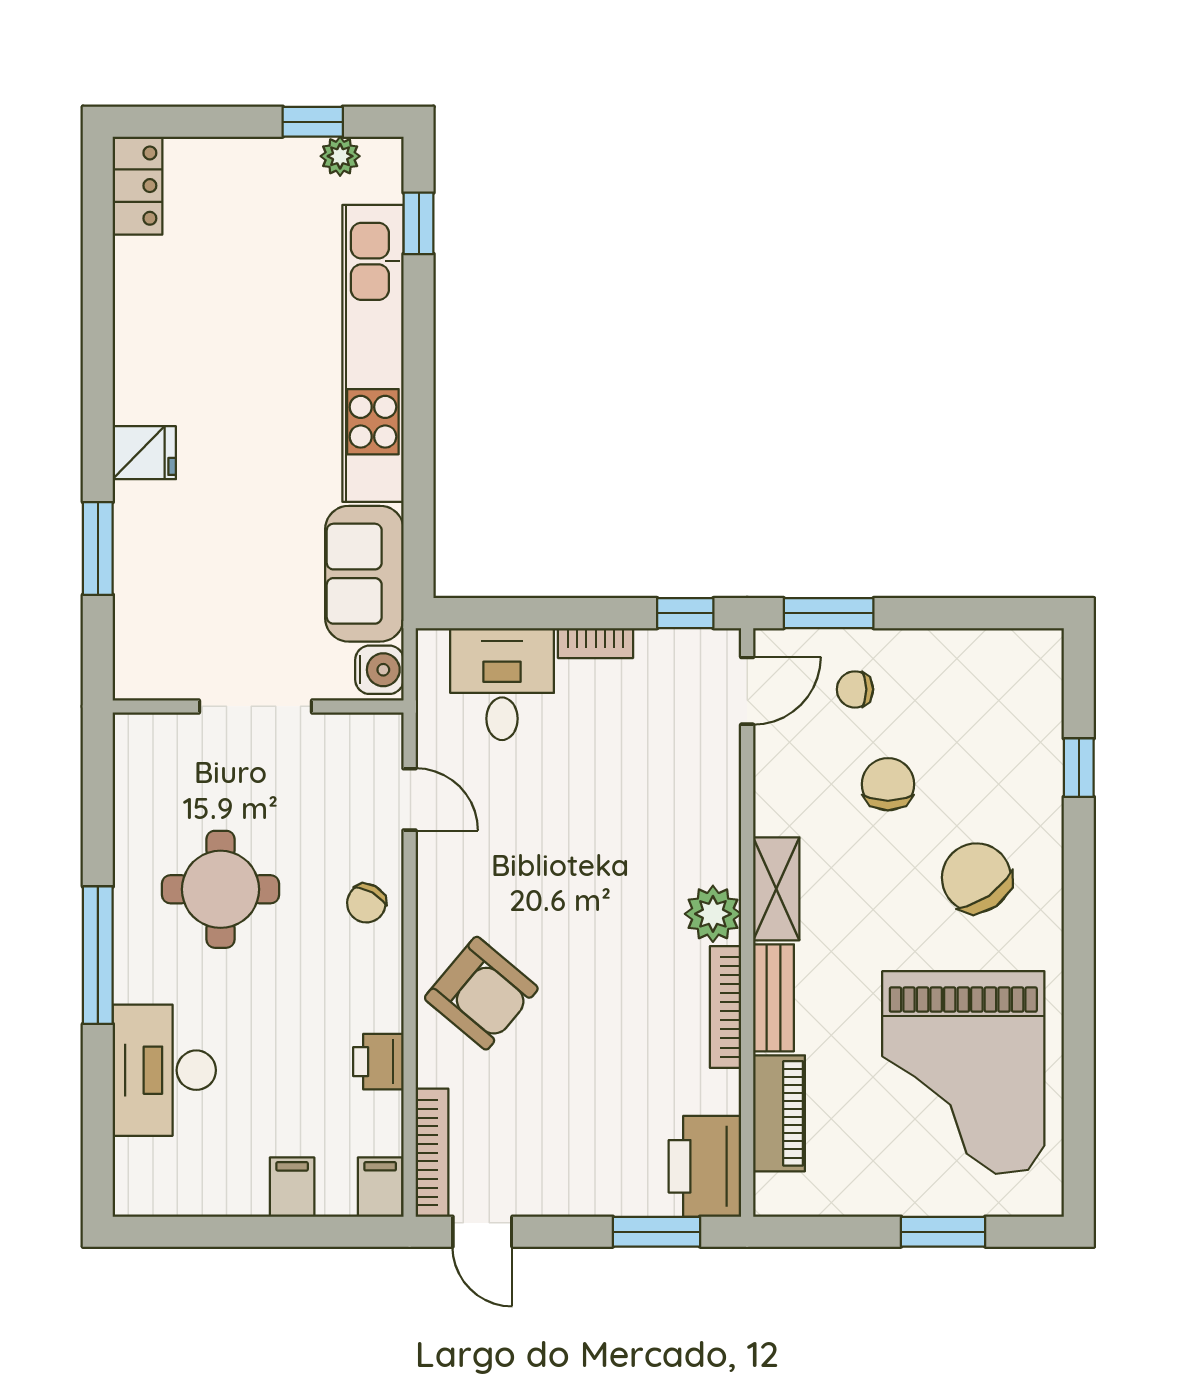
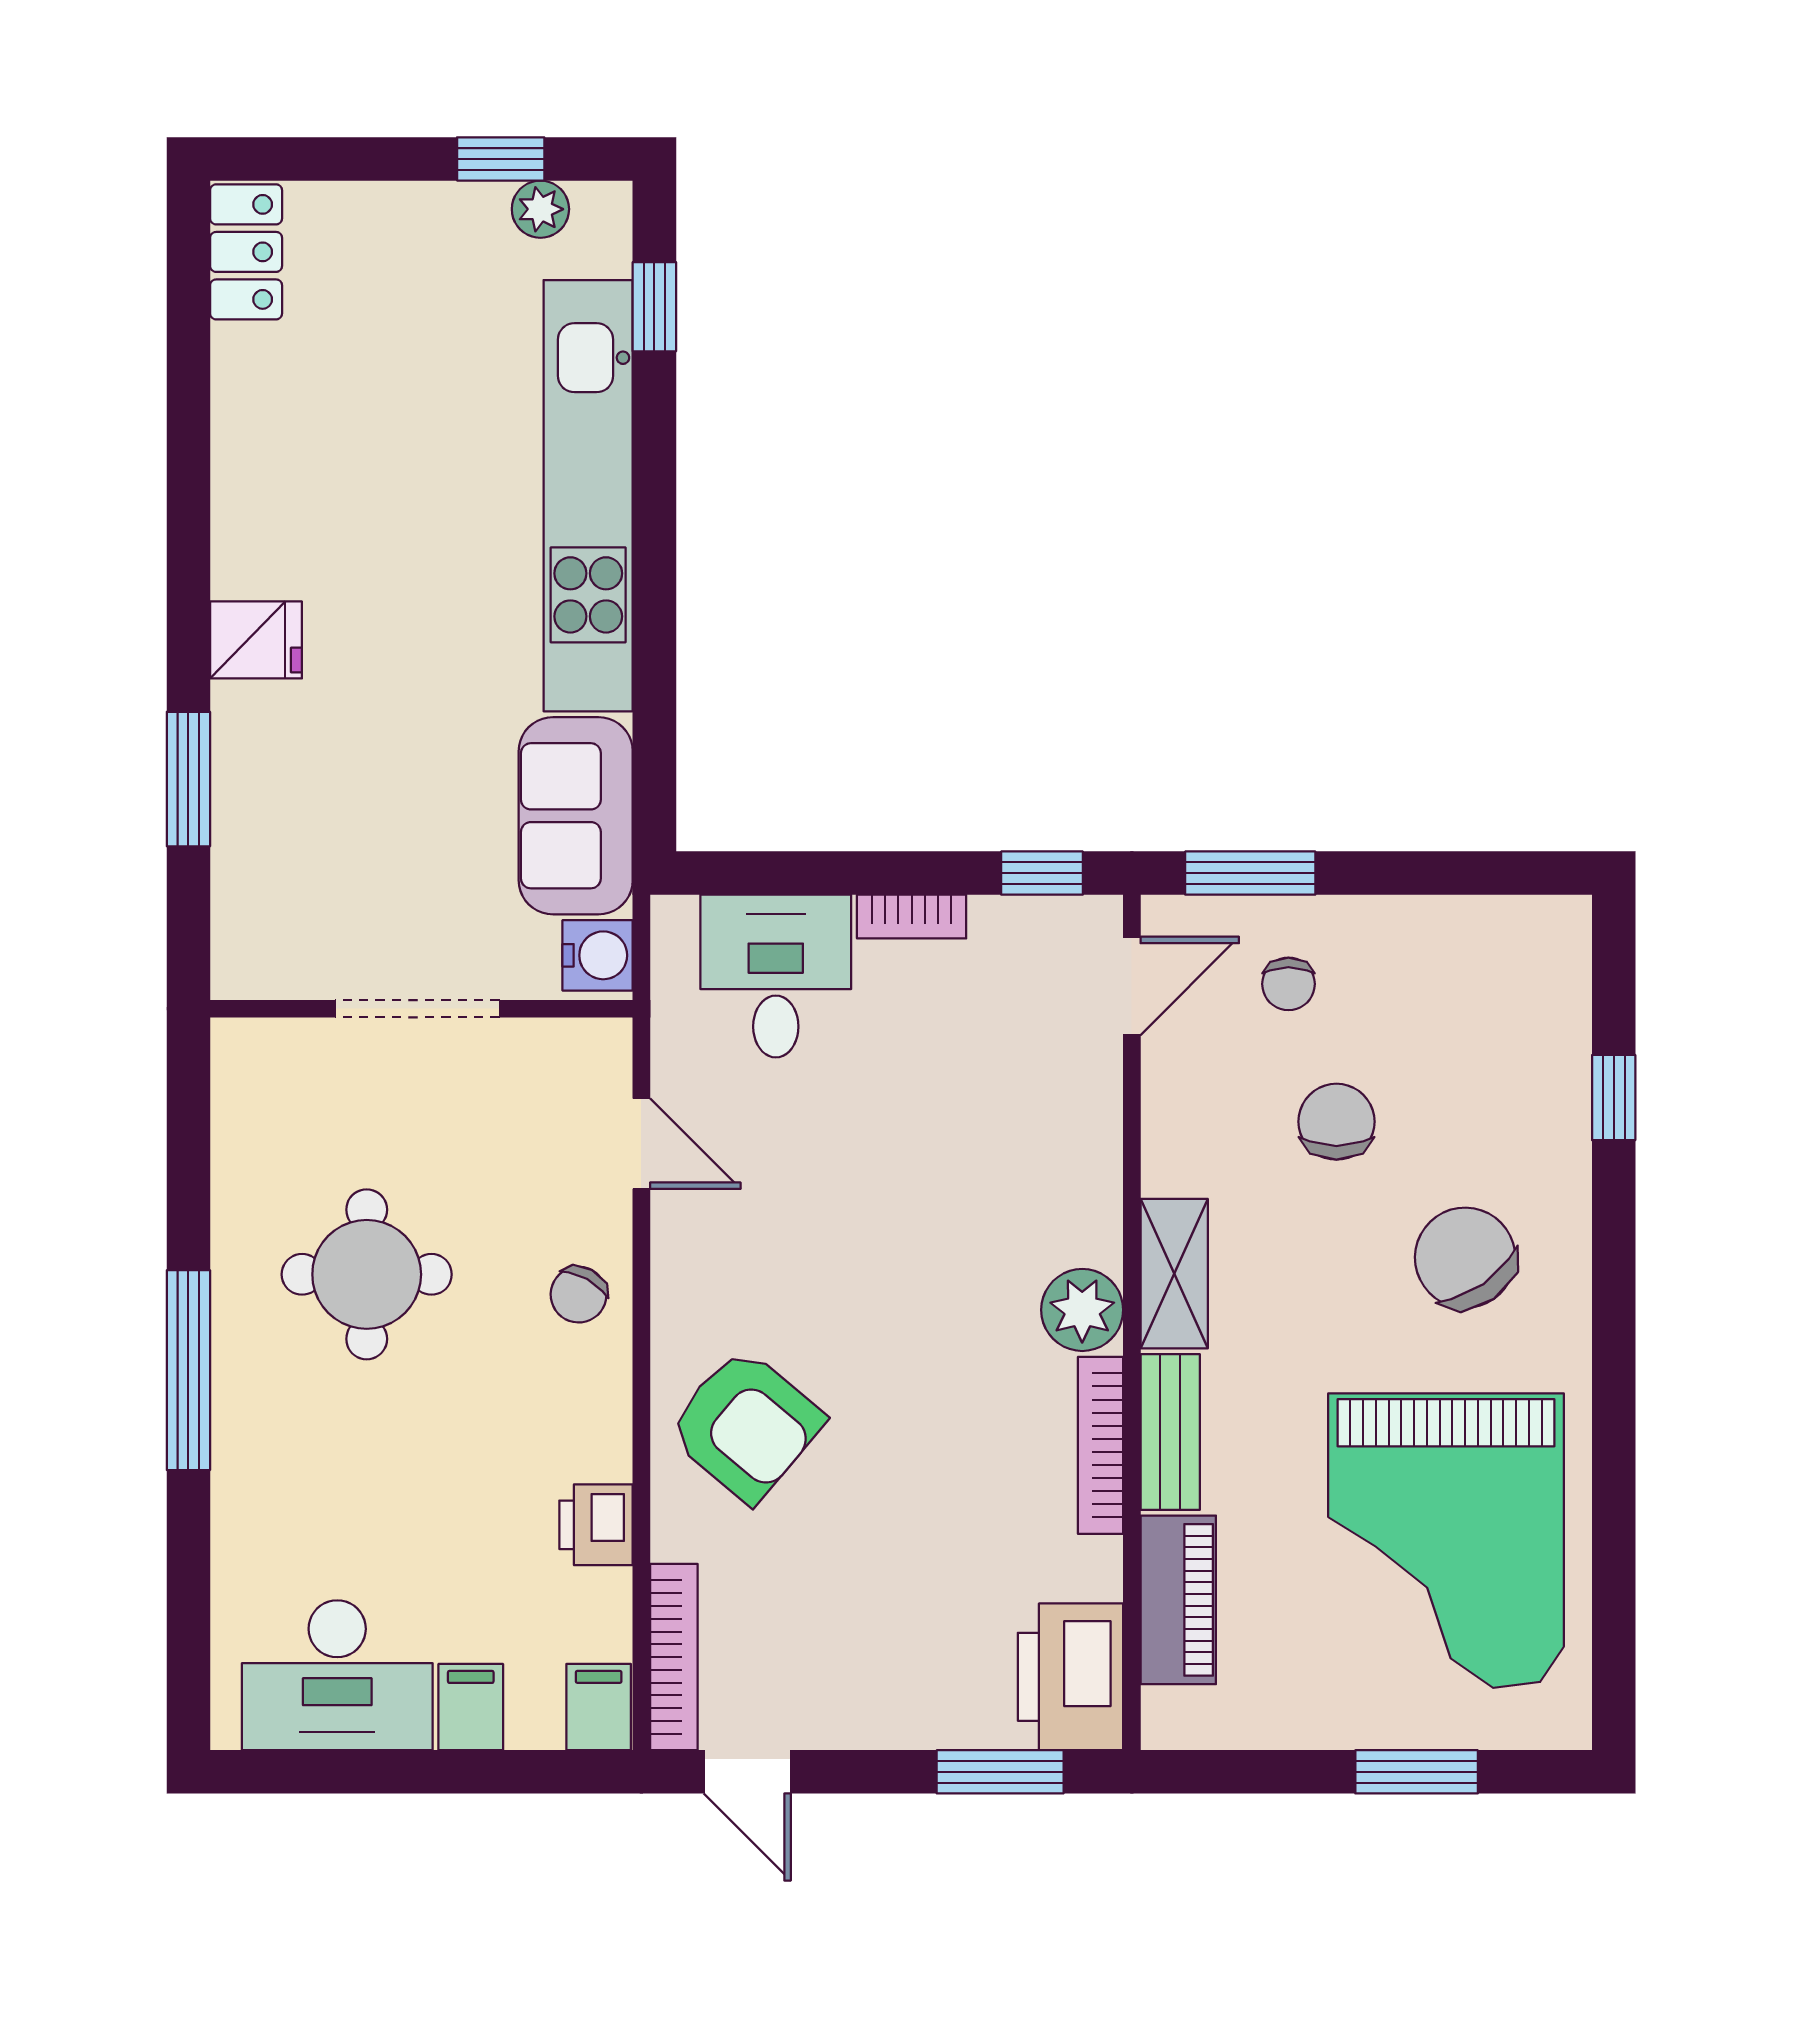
chair: (855, 689) -> (1288, 984), turned -90
desk: (164, 1070) -> (337, 1675), moved, turned -90

